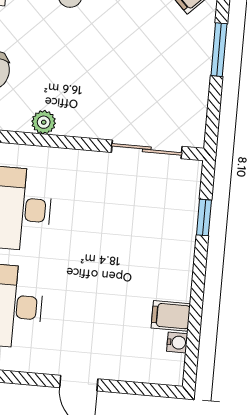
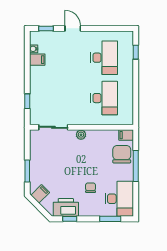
plant: (44, 122) -> (81, 135), moved
window: (143, 389) -> (46, 28), added

